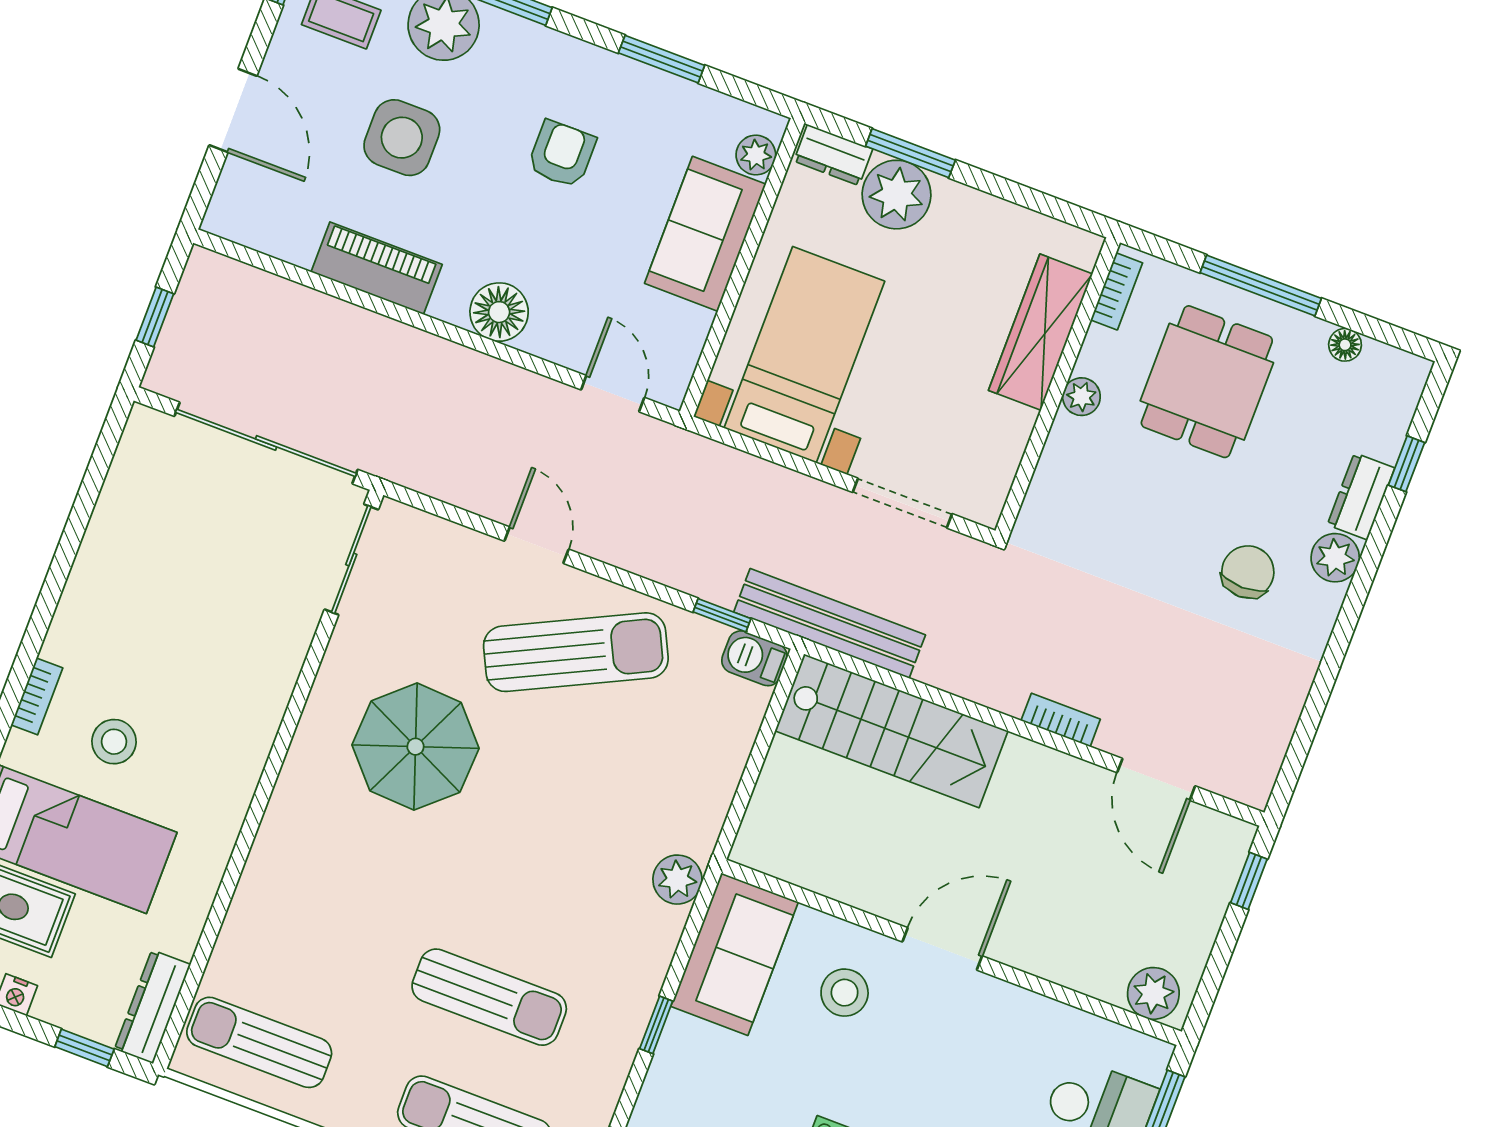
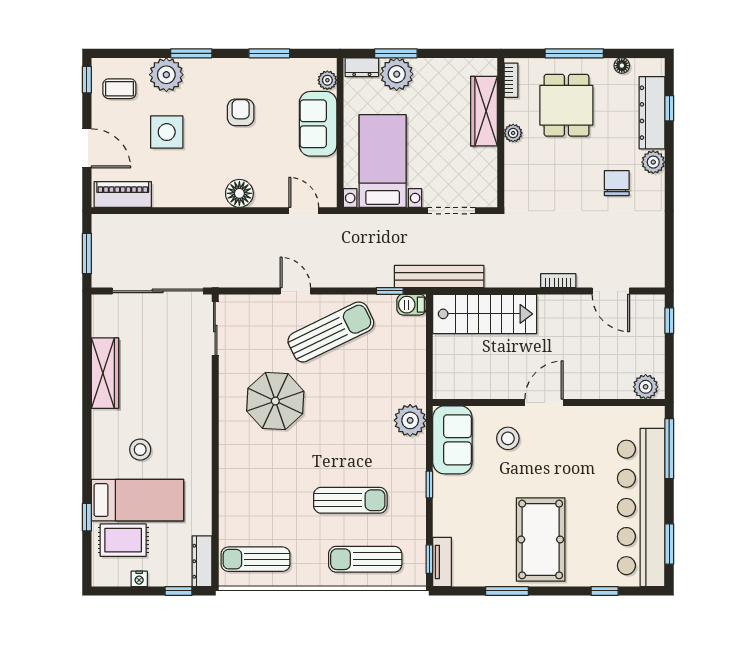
piano: (377, 268) -> (123, 194), moved
window: (155, 317) -> (87, 253), width x1.50
dresser: (1361, 496) -> (652, 113), width x1.96, depth x1.24
wardrobe: (102, 565) -> (105, 373), added
bookcase: (37, 696) -> (98, 442), removed
plant: (677, 880) -> (410, 420), width x1.36, depth x1.36

